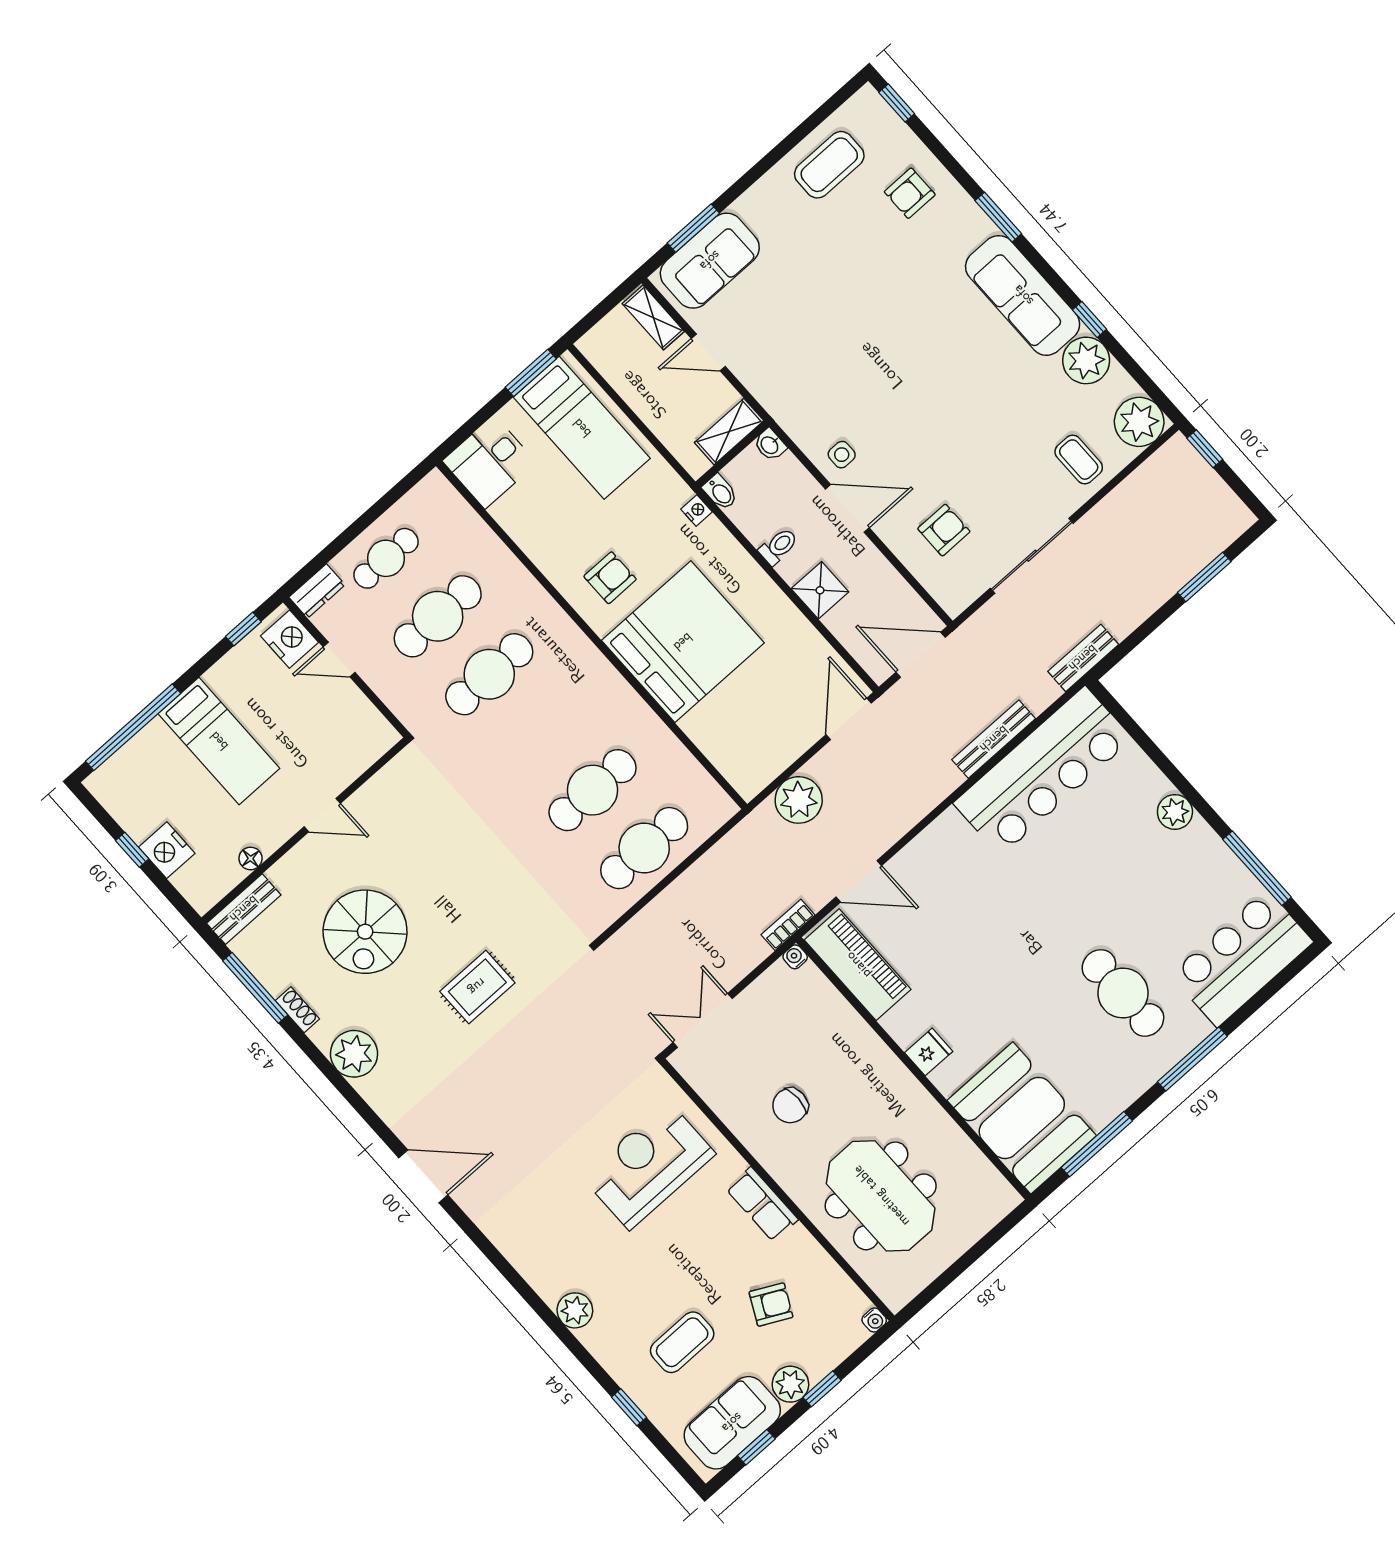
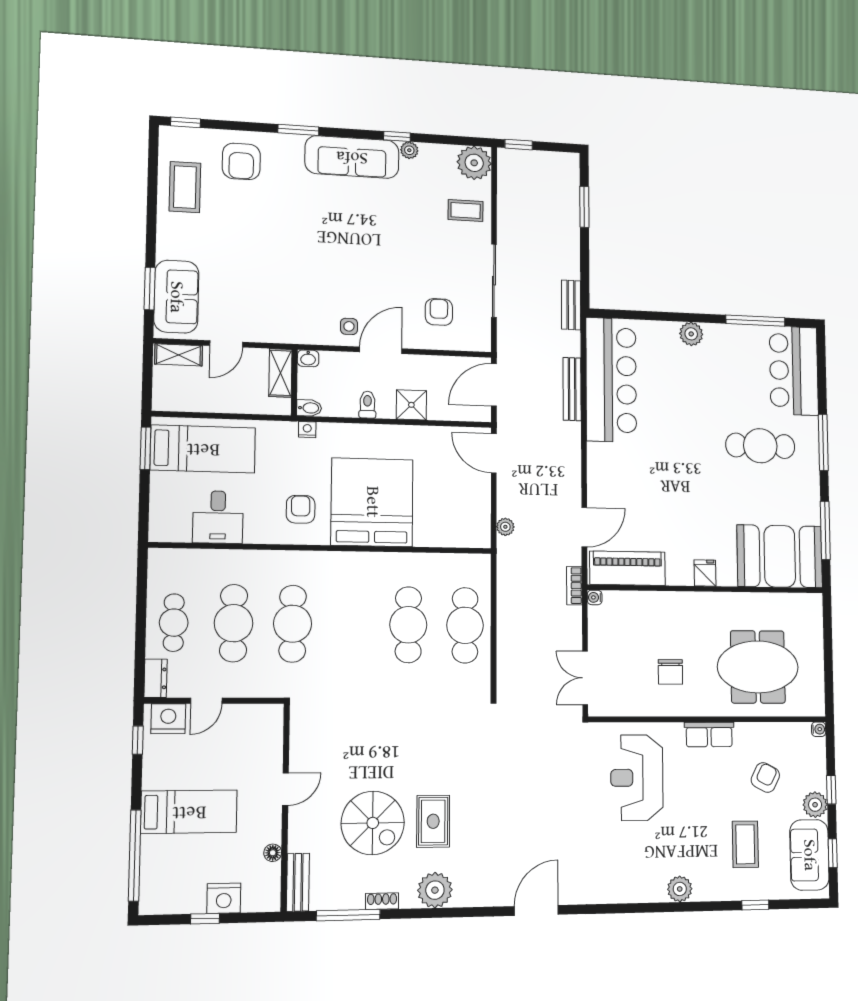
armchair: (910, 193) -> (241, 161), width x1.38, depth x1.38
plant: (1086, 360) -> (409, 150), width x0.53, depth x0.53
desk: (489, 462) -> (218, 517), moved
plant: (799, 800) -> (505, 527), width x0.53, depth x0.53
rug: (477, 987) -> (433, 821), moved

